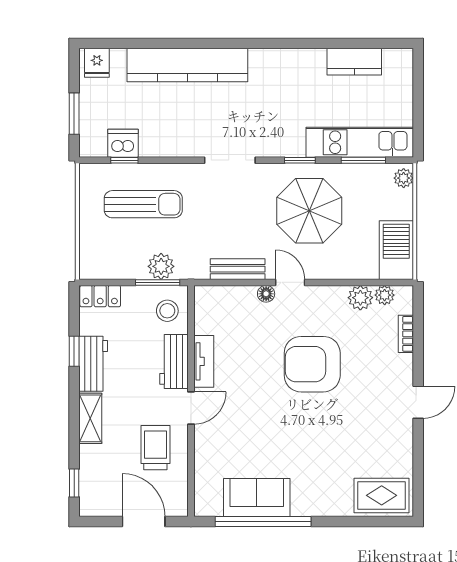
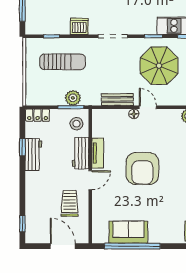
dishwasher: (123, 143) -> (79, 26), moved
armchair: (312, 364) -> (142, 169), moved, turned -90
shelving: (90, 418) -> (32, 186), removed

